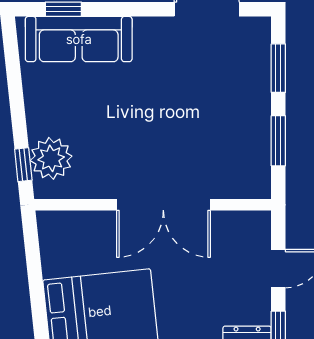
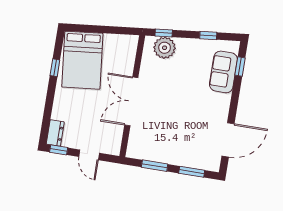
sofa: (79, 39) -> (223, 72), width x0.73
window: (14, 79) -> (208, 36), added

